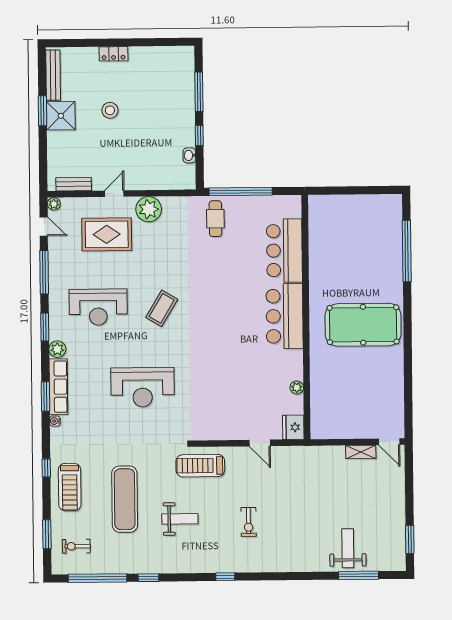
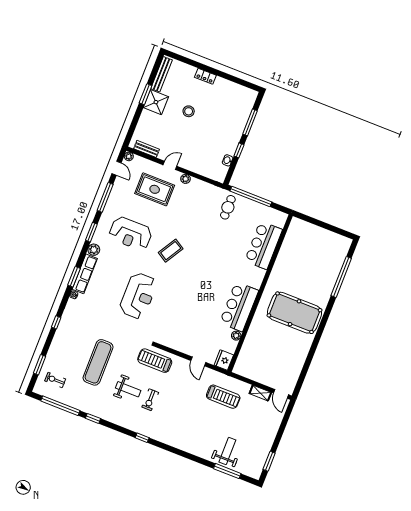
plant: (149, 209) -> (185, 179), width x0.53, depth x0.53
bar counter: (285, 316) -> (239, 307), moved
reception desk: (143, 387) -> (138, 296), turned -90
treadmill: (70, 487) -> (223, 397), moved, turned -90
exercise bike: (249, 522) -> (150, 400), moved

